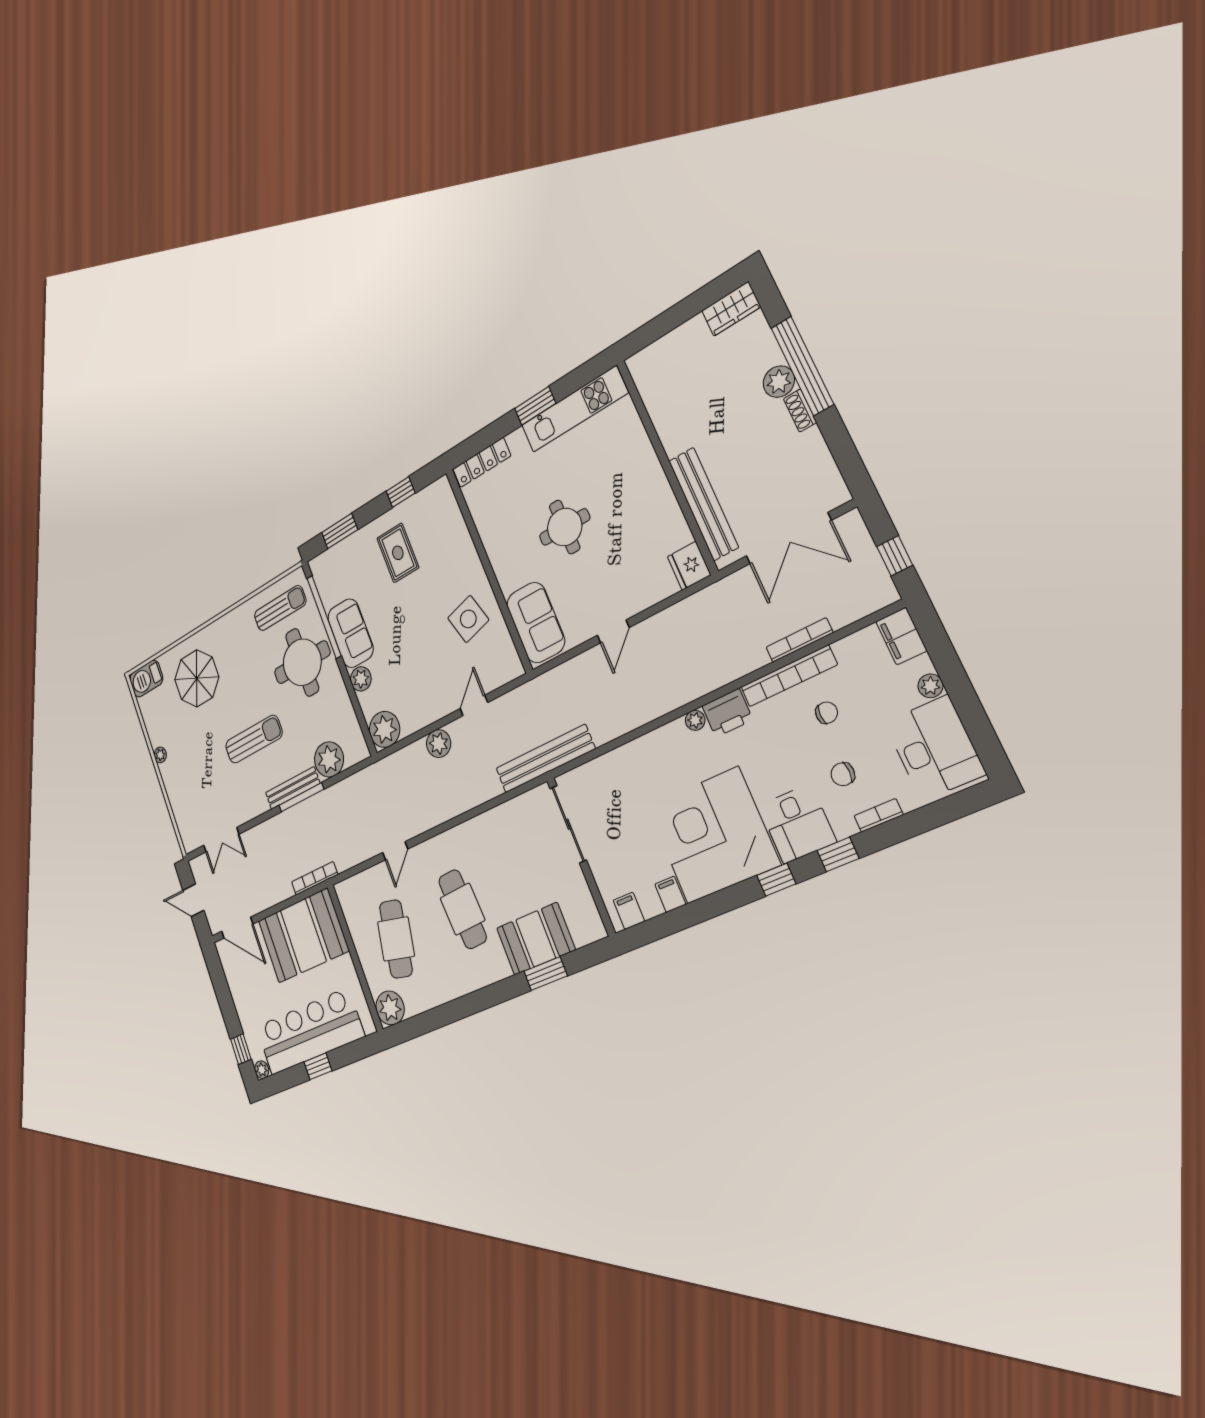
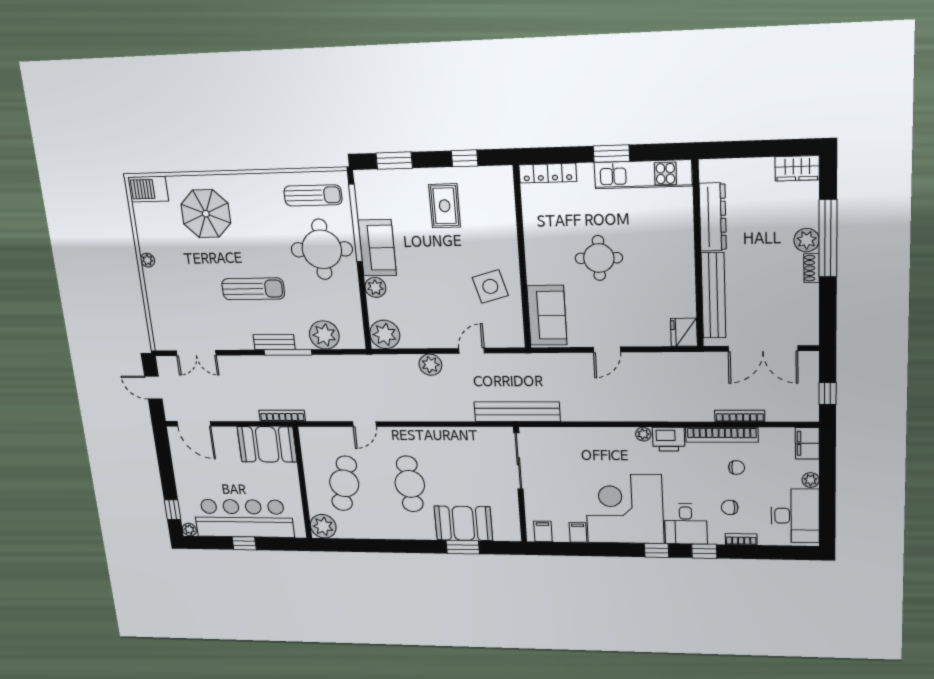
dresser: (664, 414) -> (713, 217), added
bench: (293, 788) -> (274, 342), width x0.73
booth: (303, 936) -> (267, 444), width x0.73, depth x0.70

